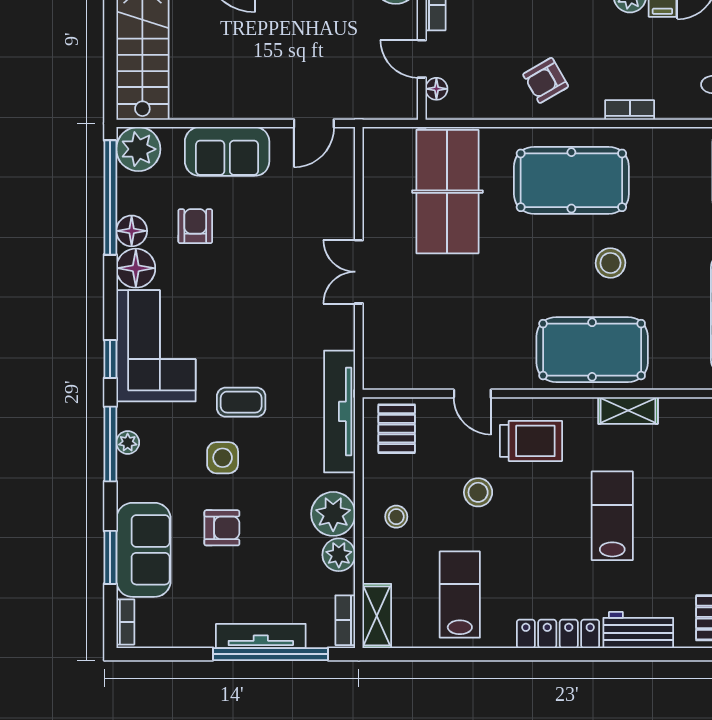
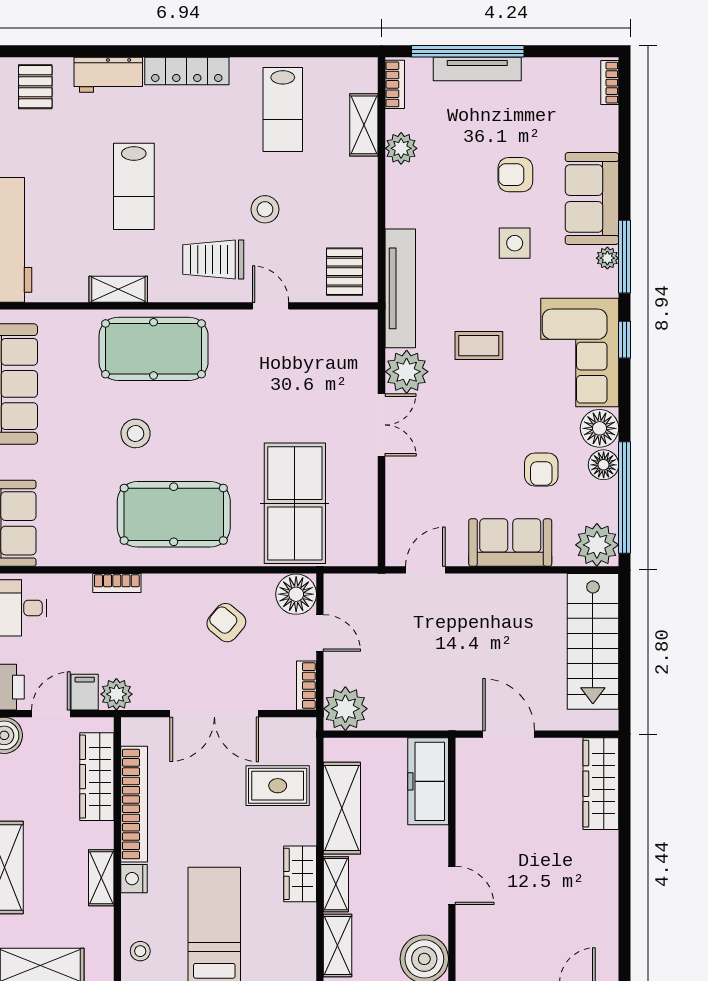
armchair: (546, 80) -> (226, 623), moved, turned -110
floor lamp: (436, 89) -> (296, 594), width x1.89, depth x1.89
coffee table: (241, 402) -> (479, 346), moved
plant: (333, 514) -> (407, 372), moved
stool: (396, 517) -> (345, 186), removed
sofa: (143, 550) -> (592, 198), moved
window: (110, 557) -> (624, 146), removed
shelving: (377, 616) -> (364, 125), moved

